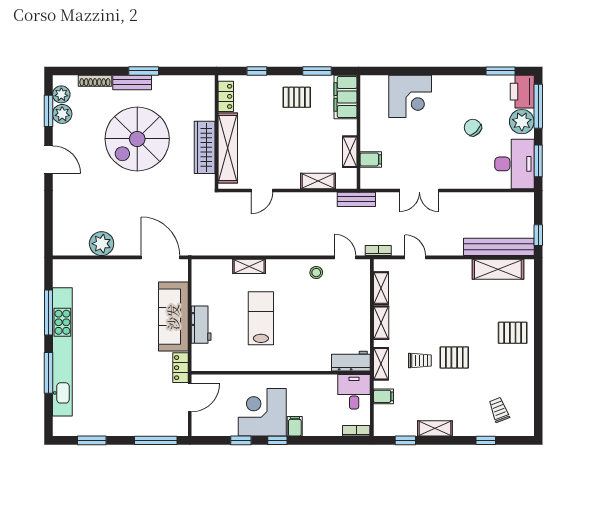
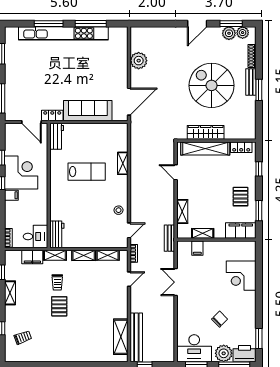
workbench: (201, 325) -> (57, 136), moved, turned -90
pallet: (513, 333) -> (77, 347), removed
filing cabinet: (384, 396) -> (32, 257), width x2.00

